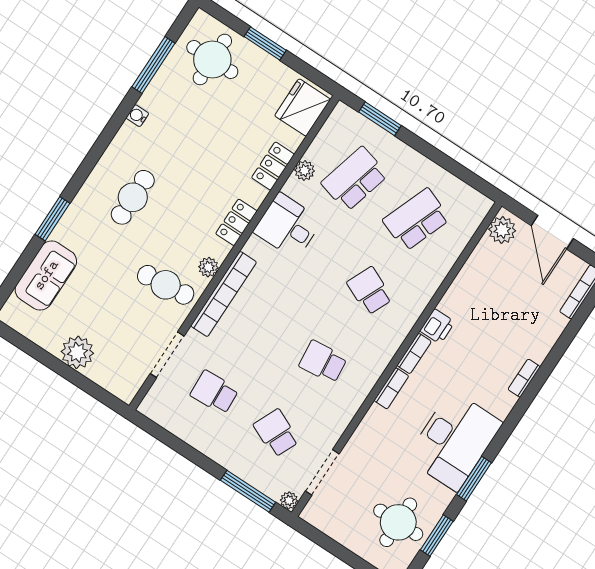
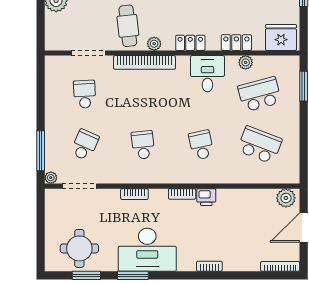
school desk: (355, 179) -> (260, 94), turned -30
school desk: (370, 291) -> (201, 145), turned -36
bookcase: (391, 388) -> (134, 194), moved

